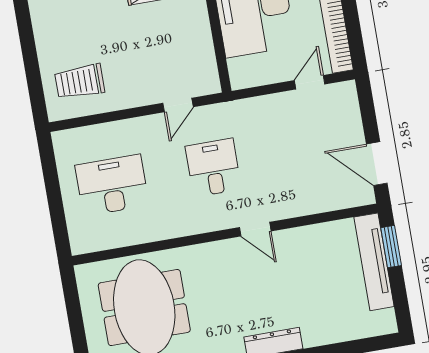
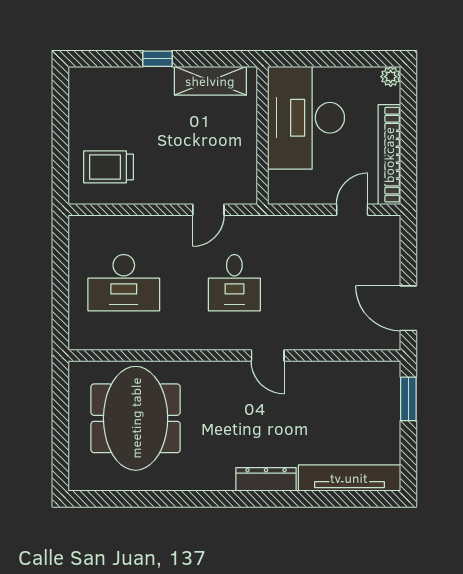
desk: (213, 168) -> (234, 283), turned 180
desk: (112, 185) -> (124, 283), turned 180
tv unit: (374, 262) -> (349, 478), moved, turned 90

